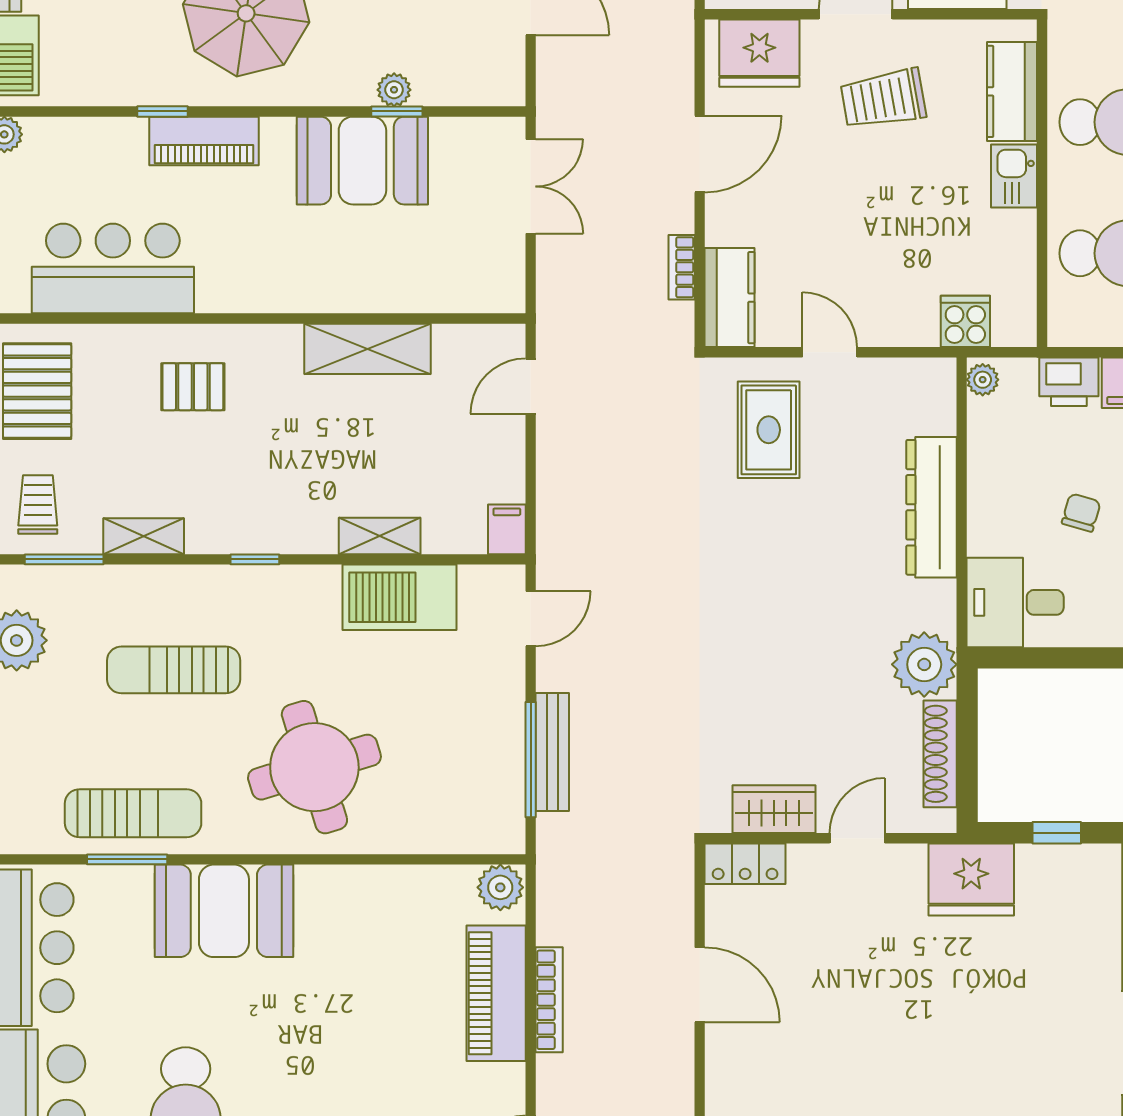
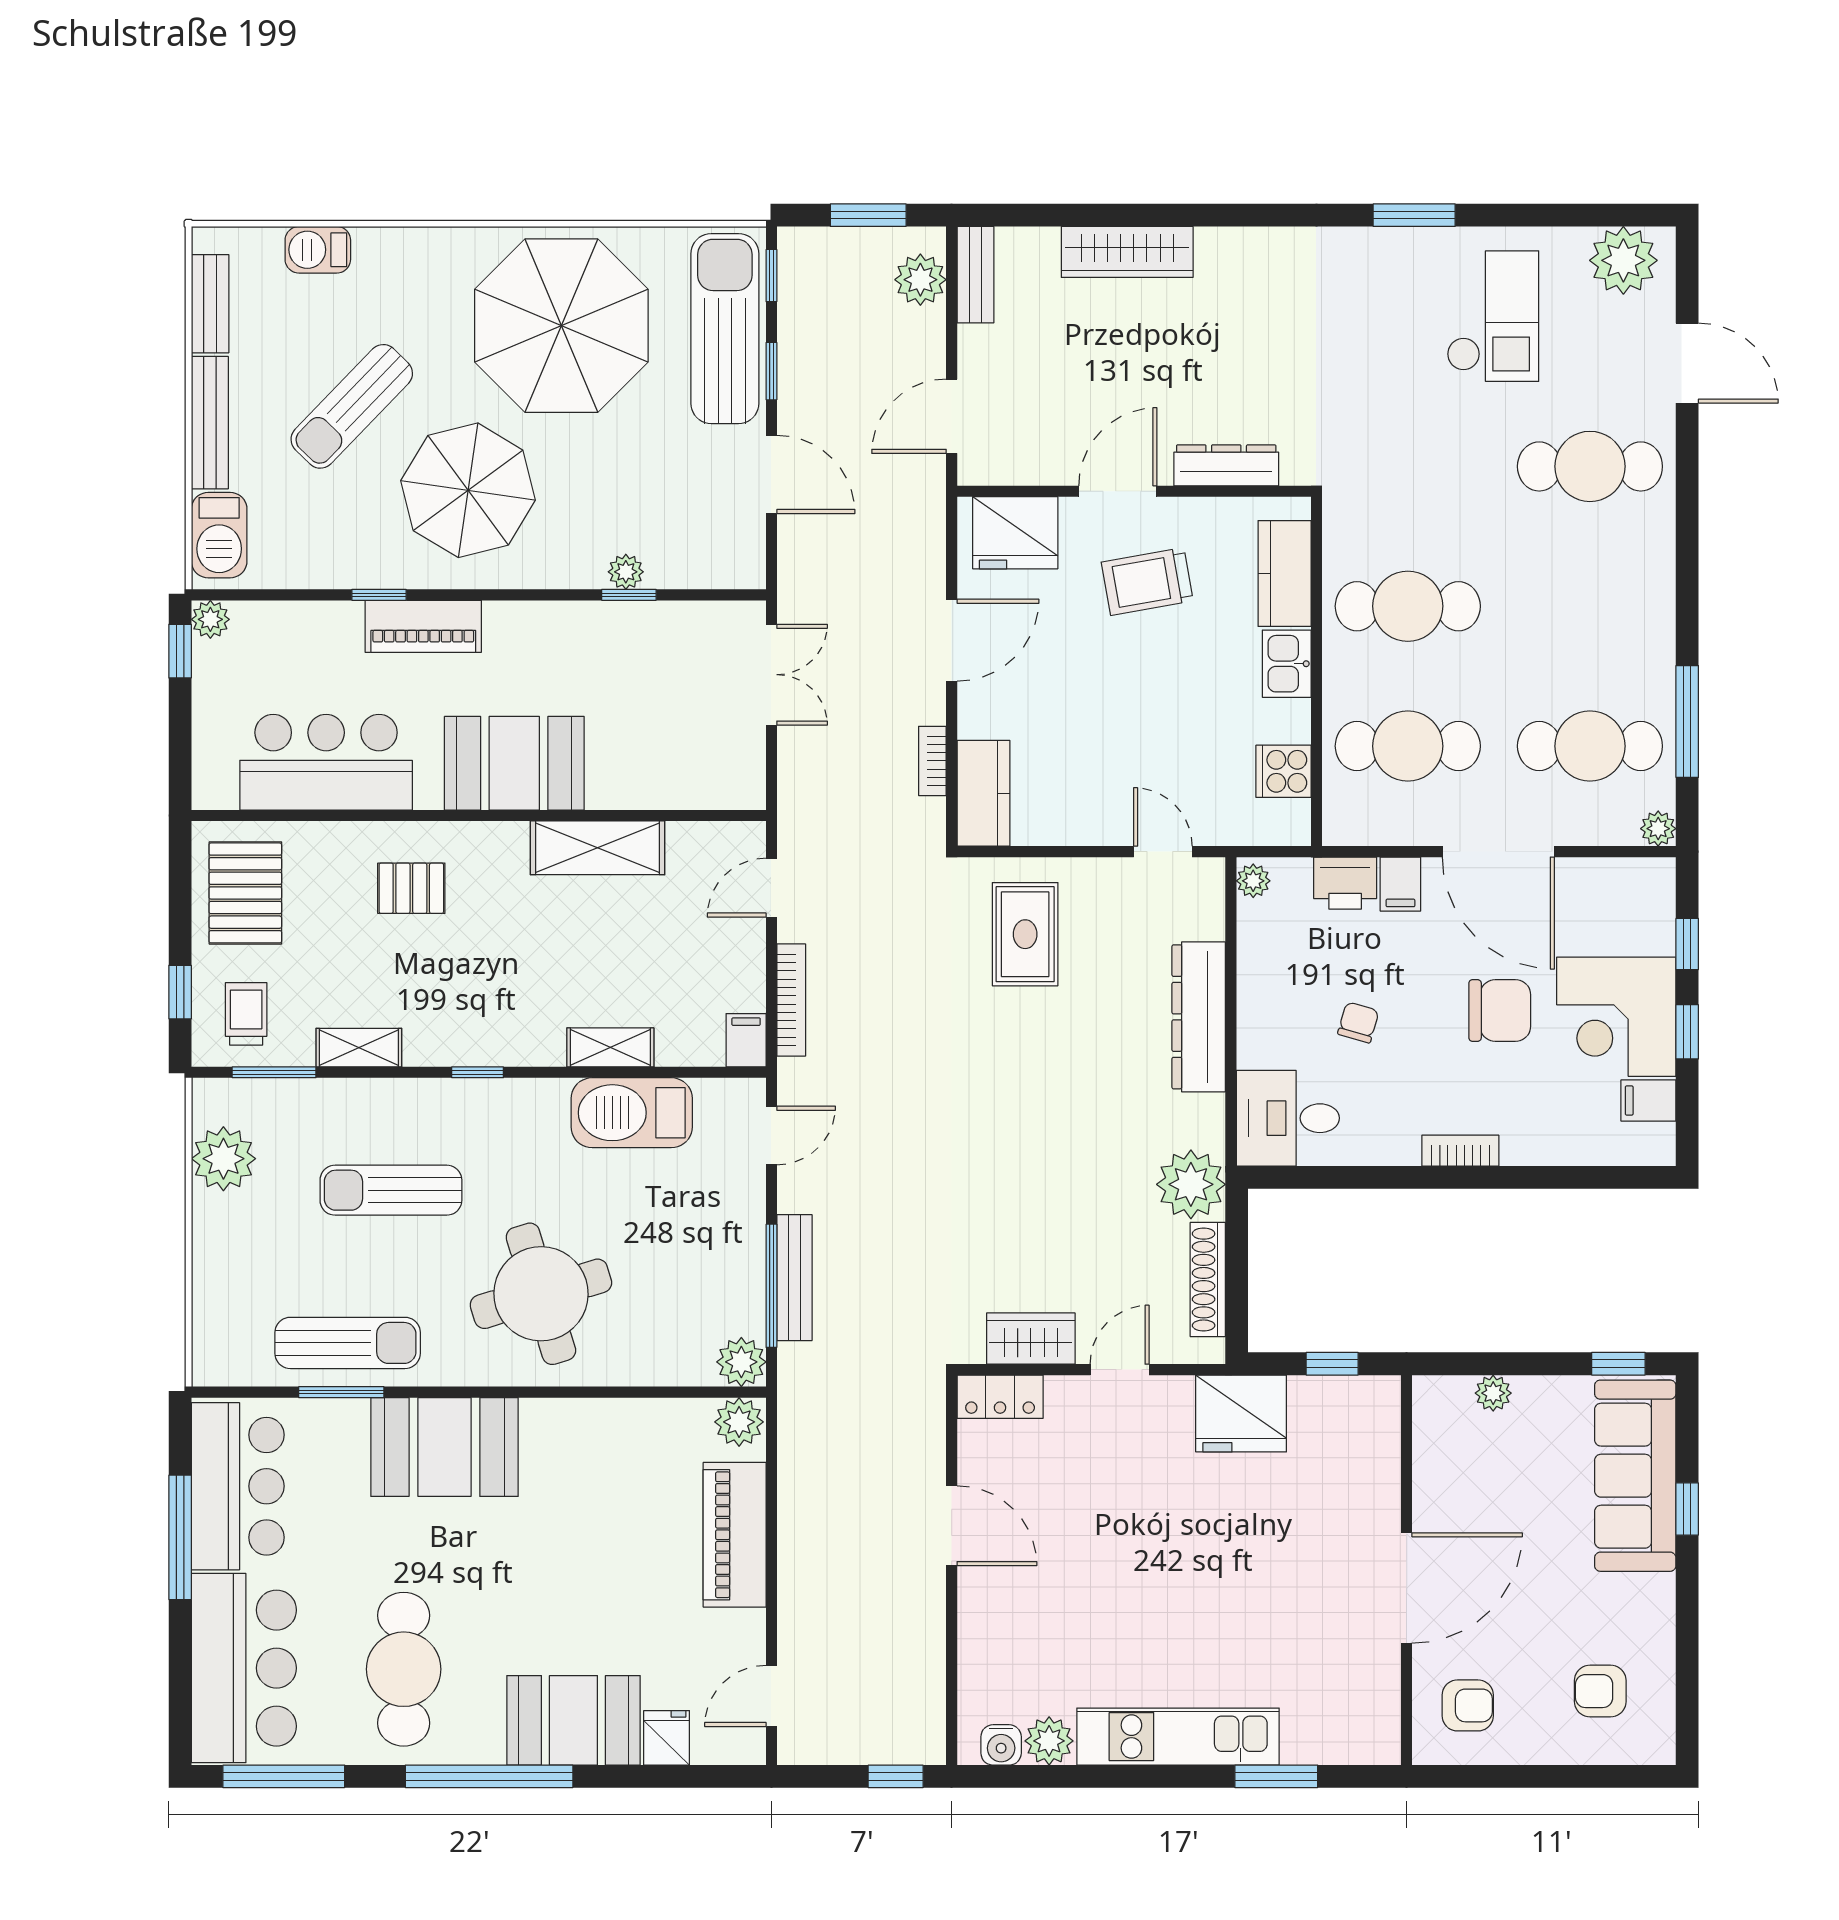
booth: (362, 161) -> (514, 763), moved
cooker: (965, 321) -> (1284, 771), moved, turned -90
door: (830, 352) -> (1163, 852), moved
plant: (502, 831) -> (741, 1362), added
bookcase: (549, 1000) -> (791, 1000), moved

